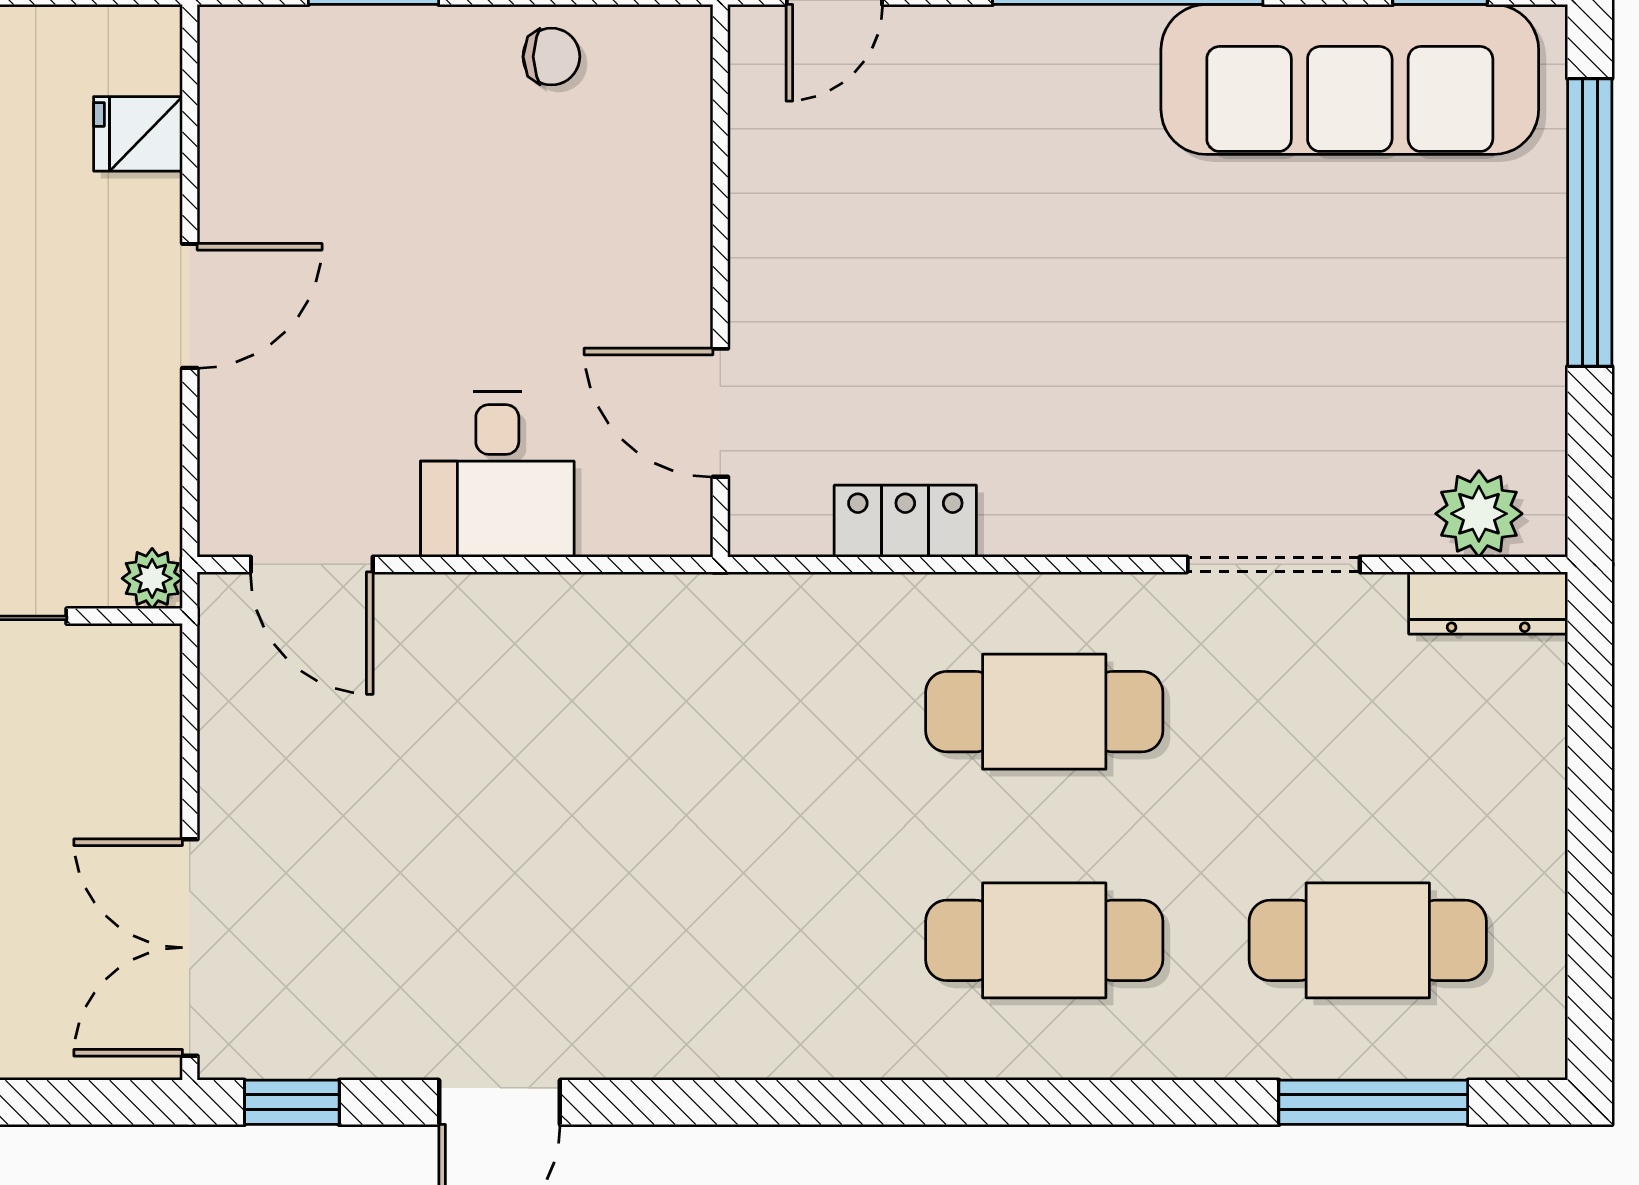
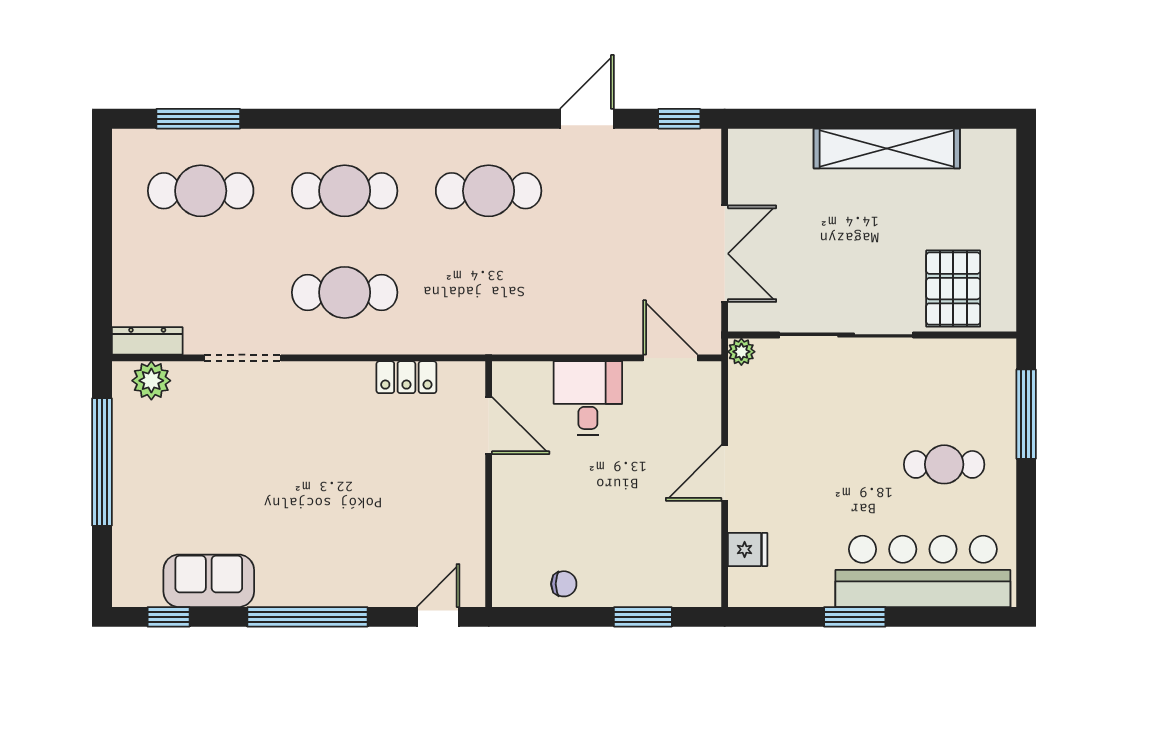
chair: (551, 57) -> (564, 584), turned 180
sofa: (1350, 79) -> (209, 581), width x0.54, depth x0.79
window: (1590, 222) -> (102, 462), moved
cafe table: (721, 940) -> (489, 191), added
double door: (190, 948) -> (725, 254), moved

